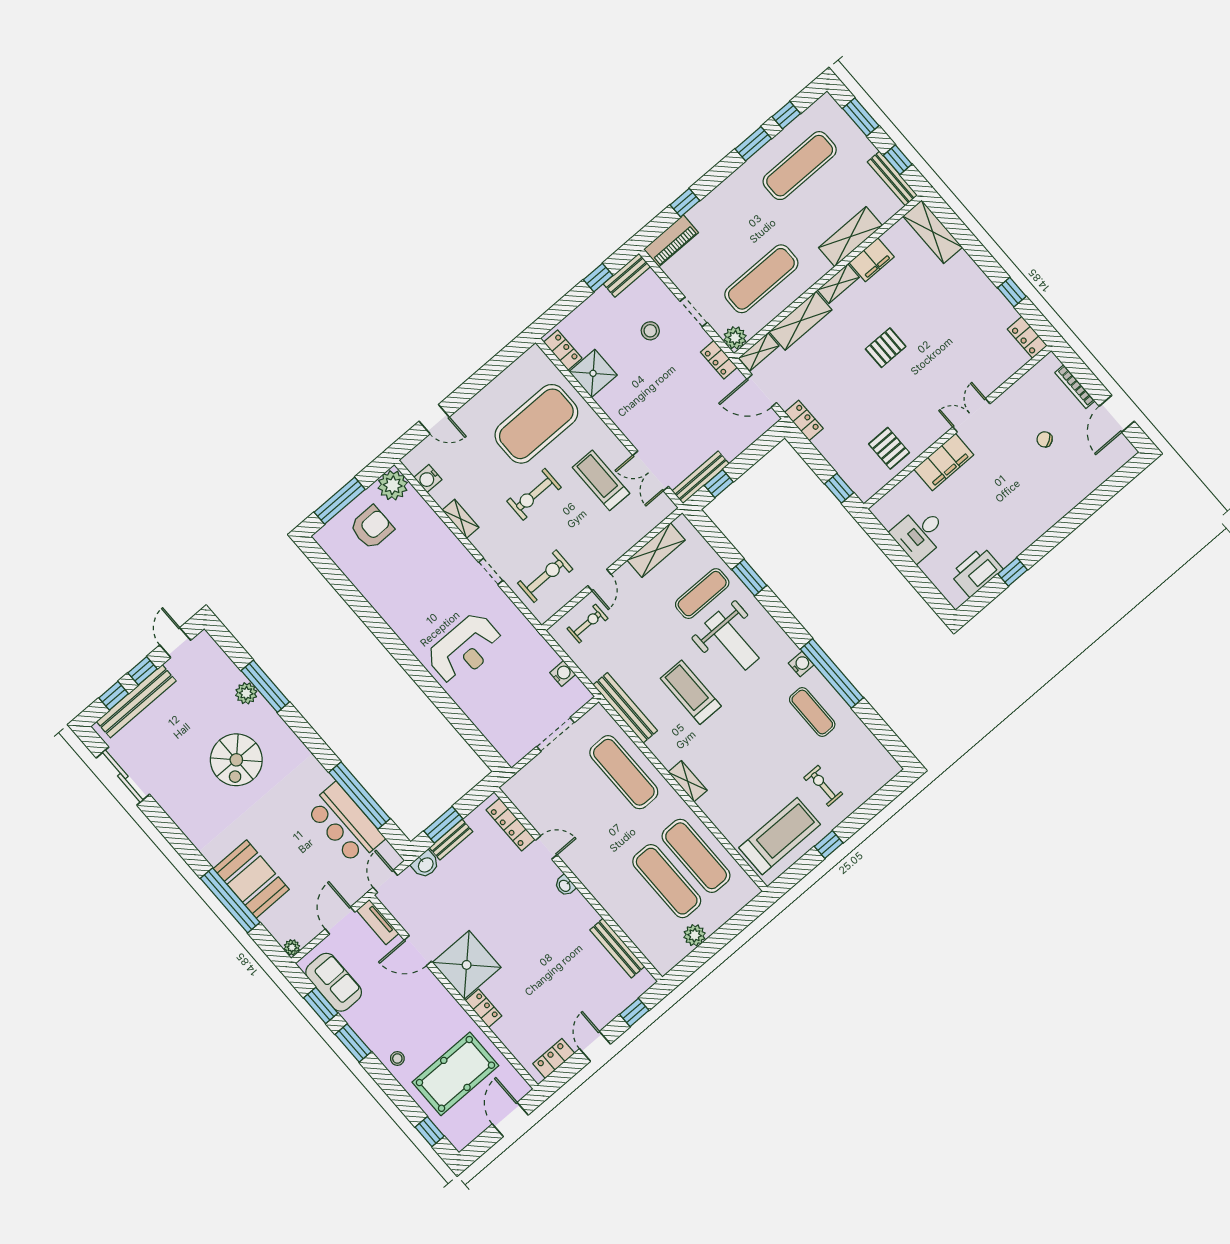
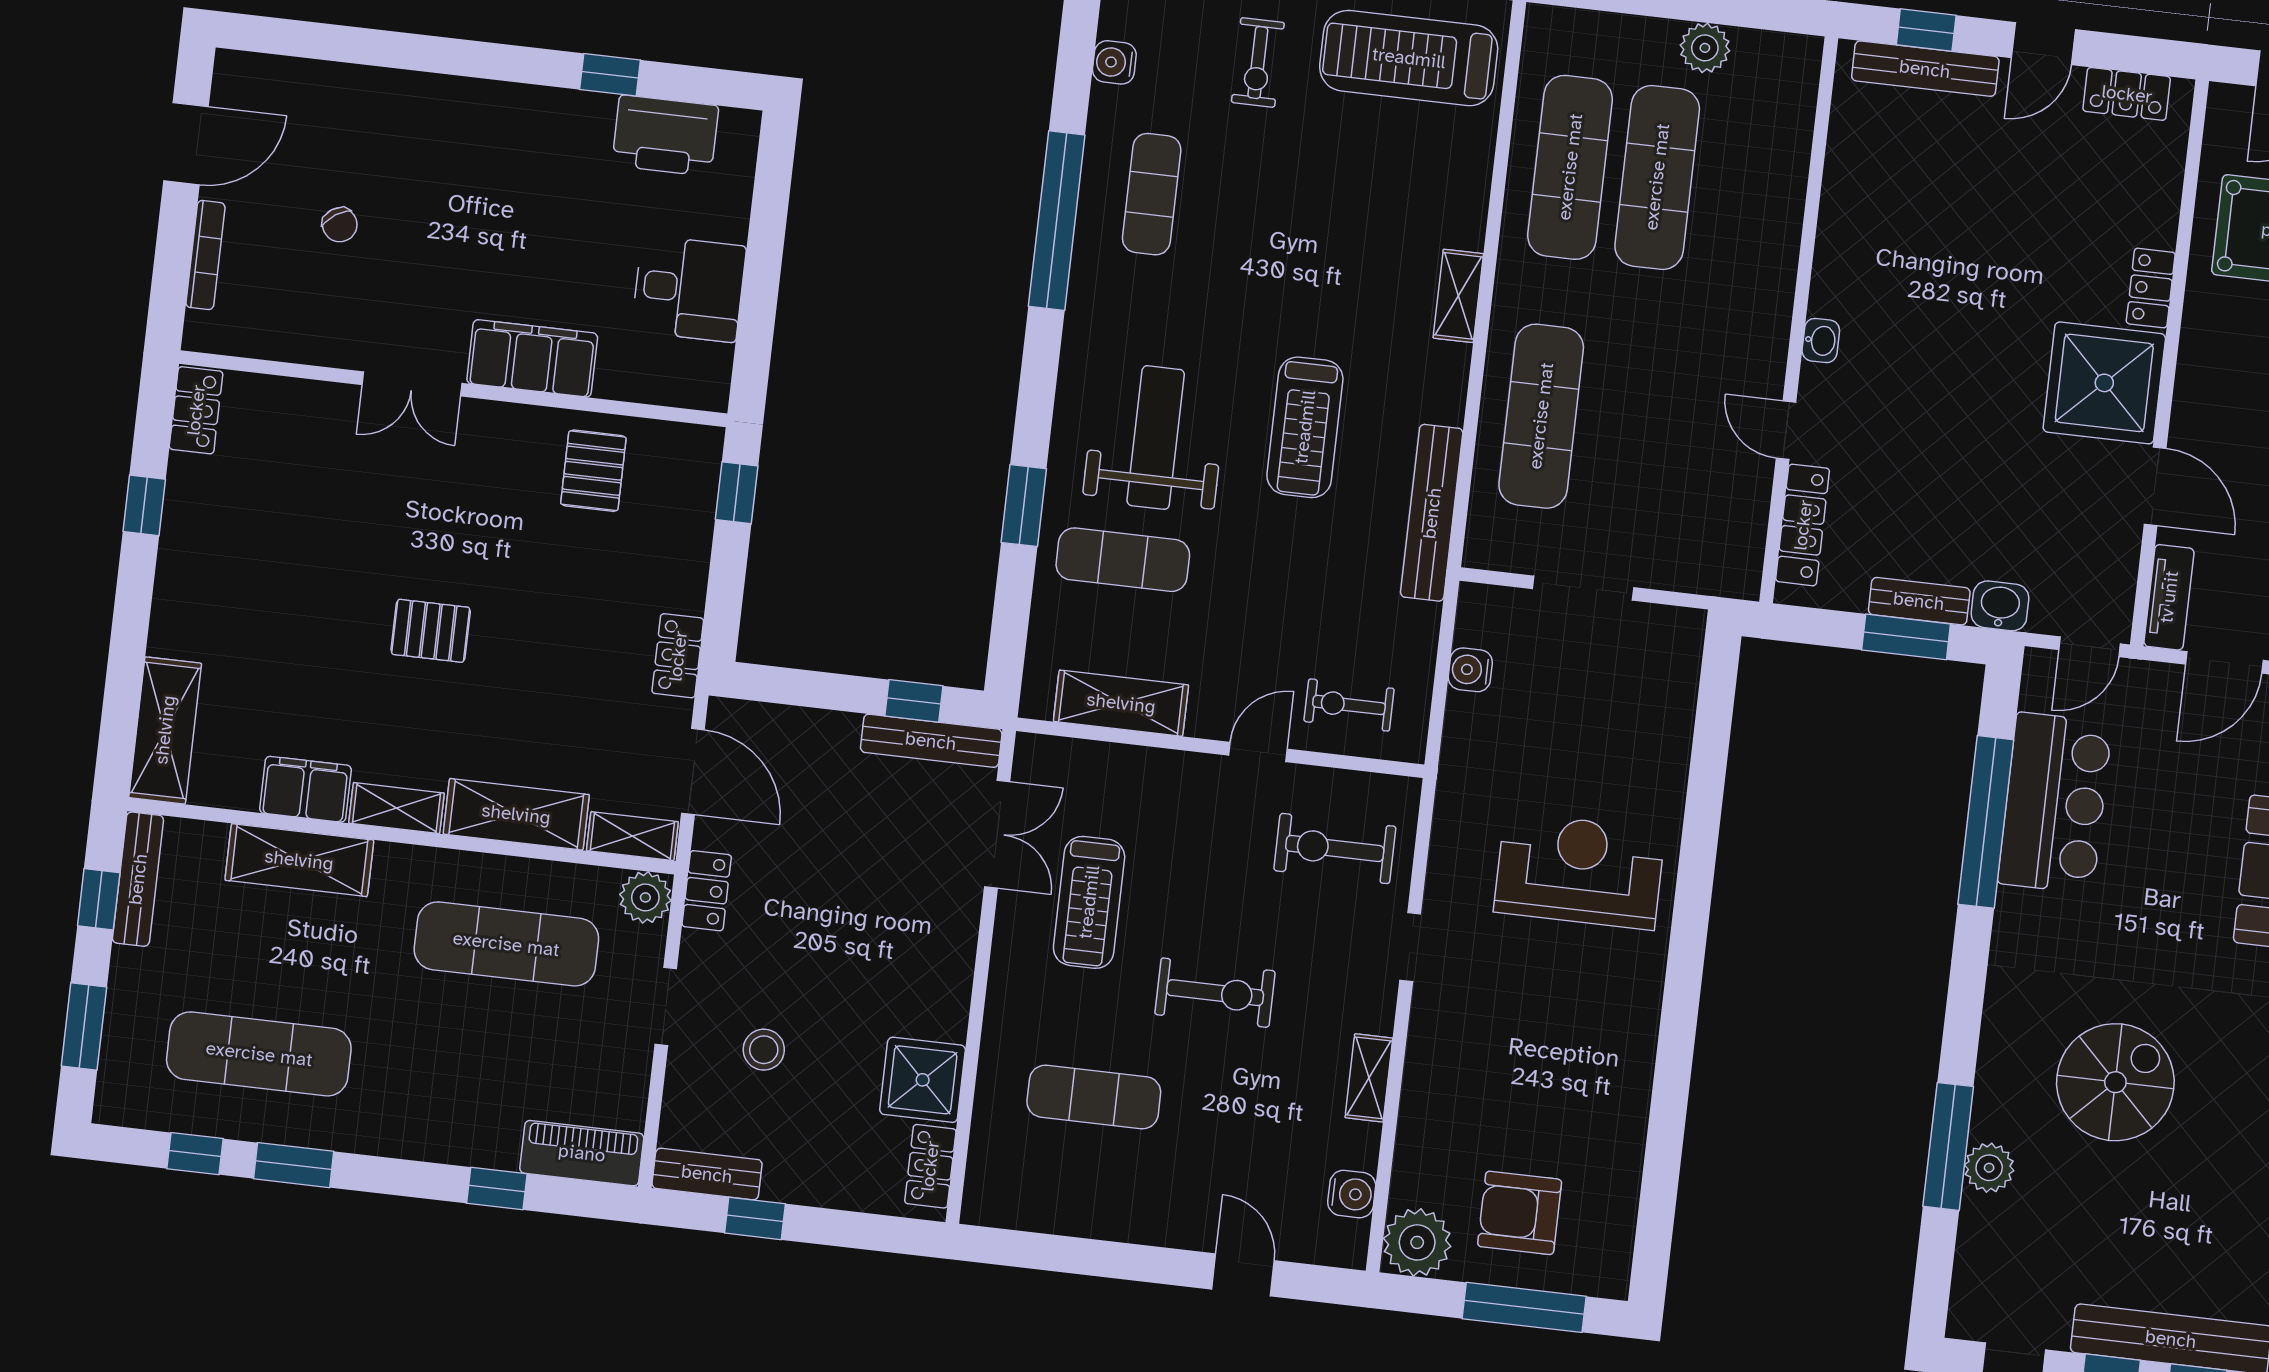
exercise mat: (536, 424) -> (1094, 1097), width x0.50, depth x0.69
water cooler: (801, 664) -> (1114, 62), moved
bench: (617, 948) -> (1925, 69), moved, turned 90

